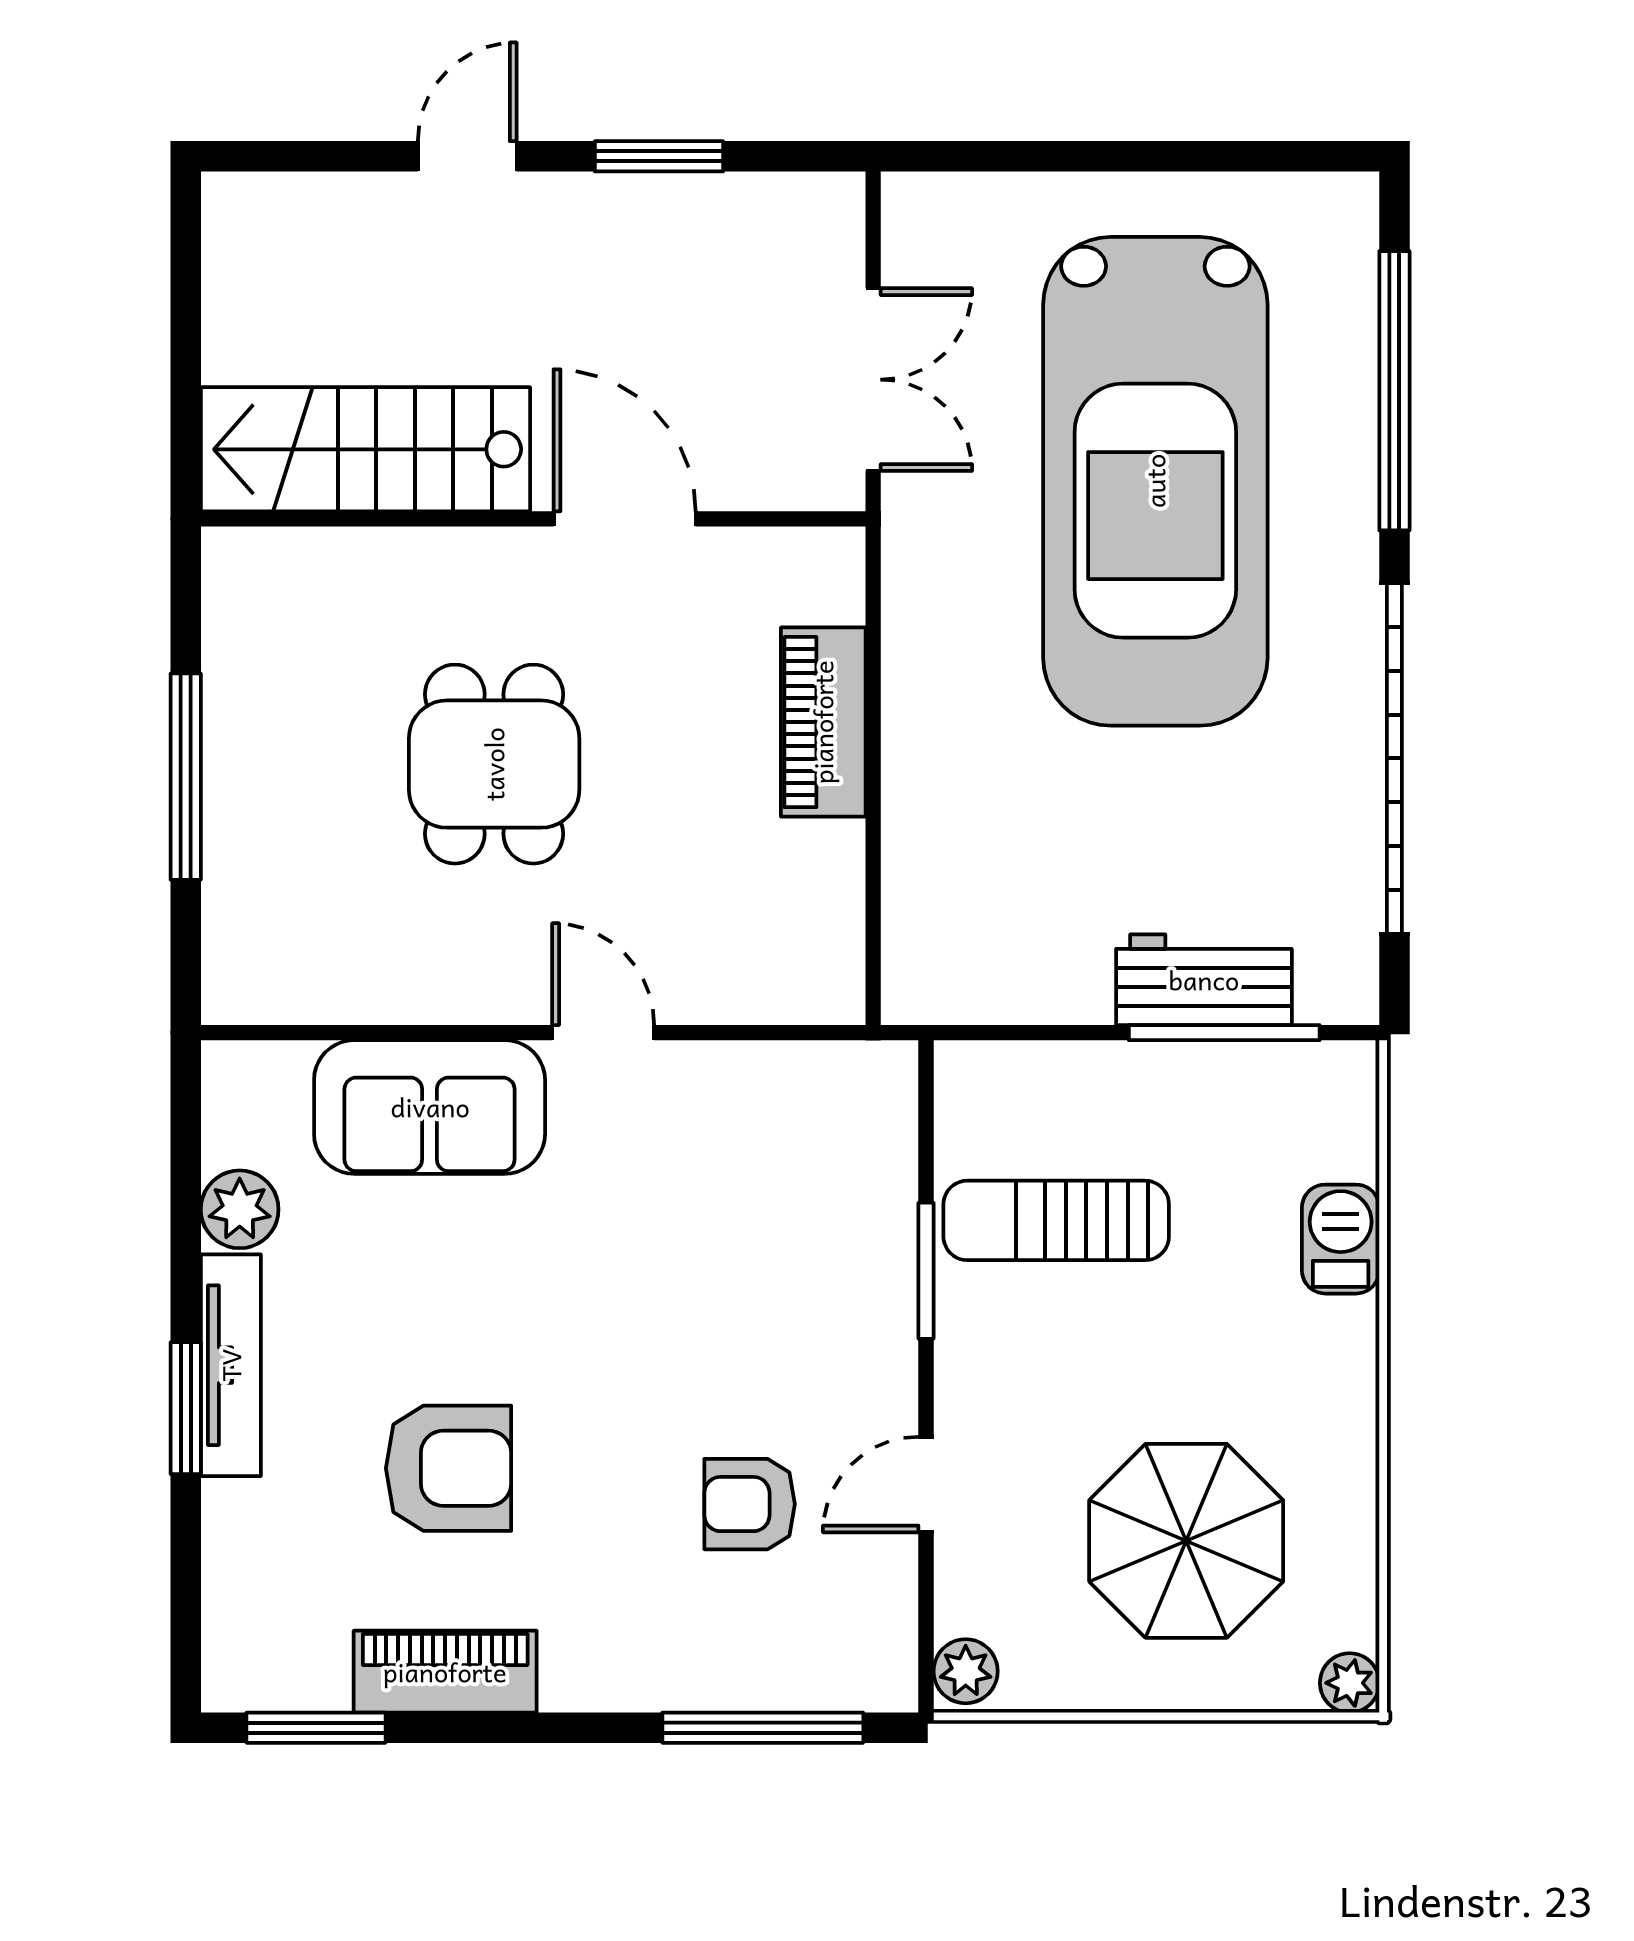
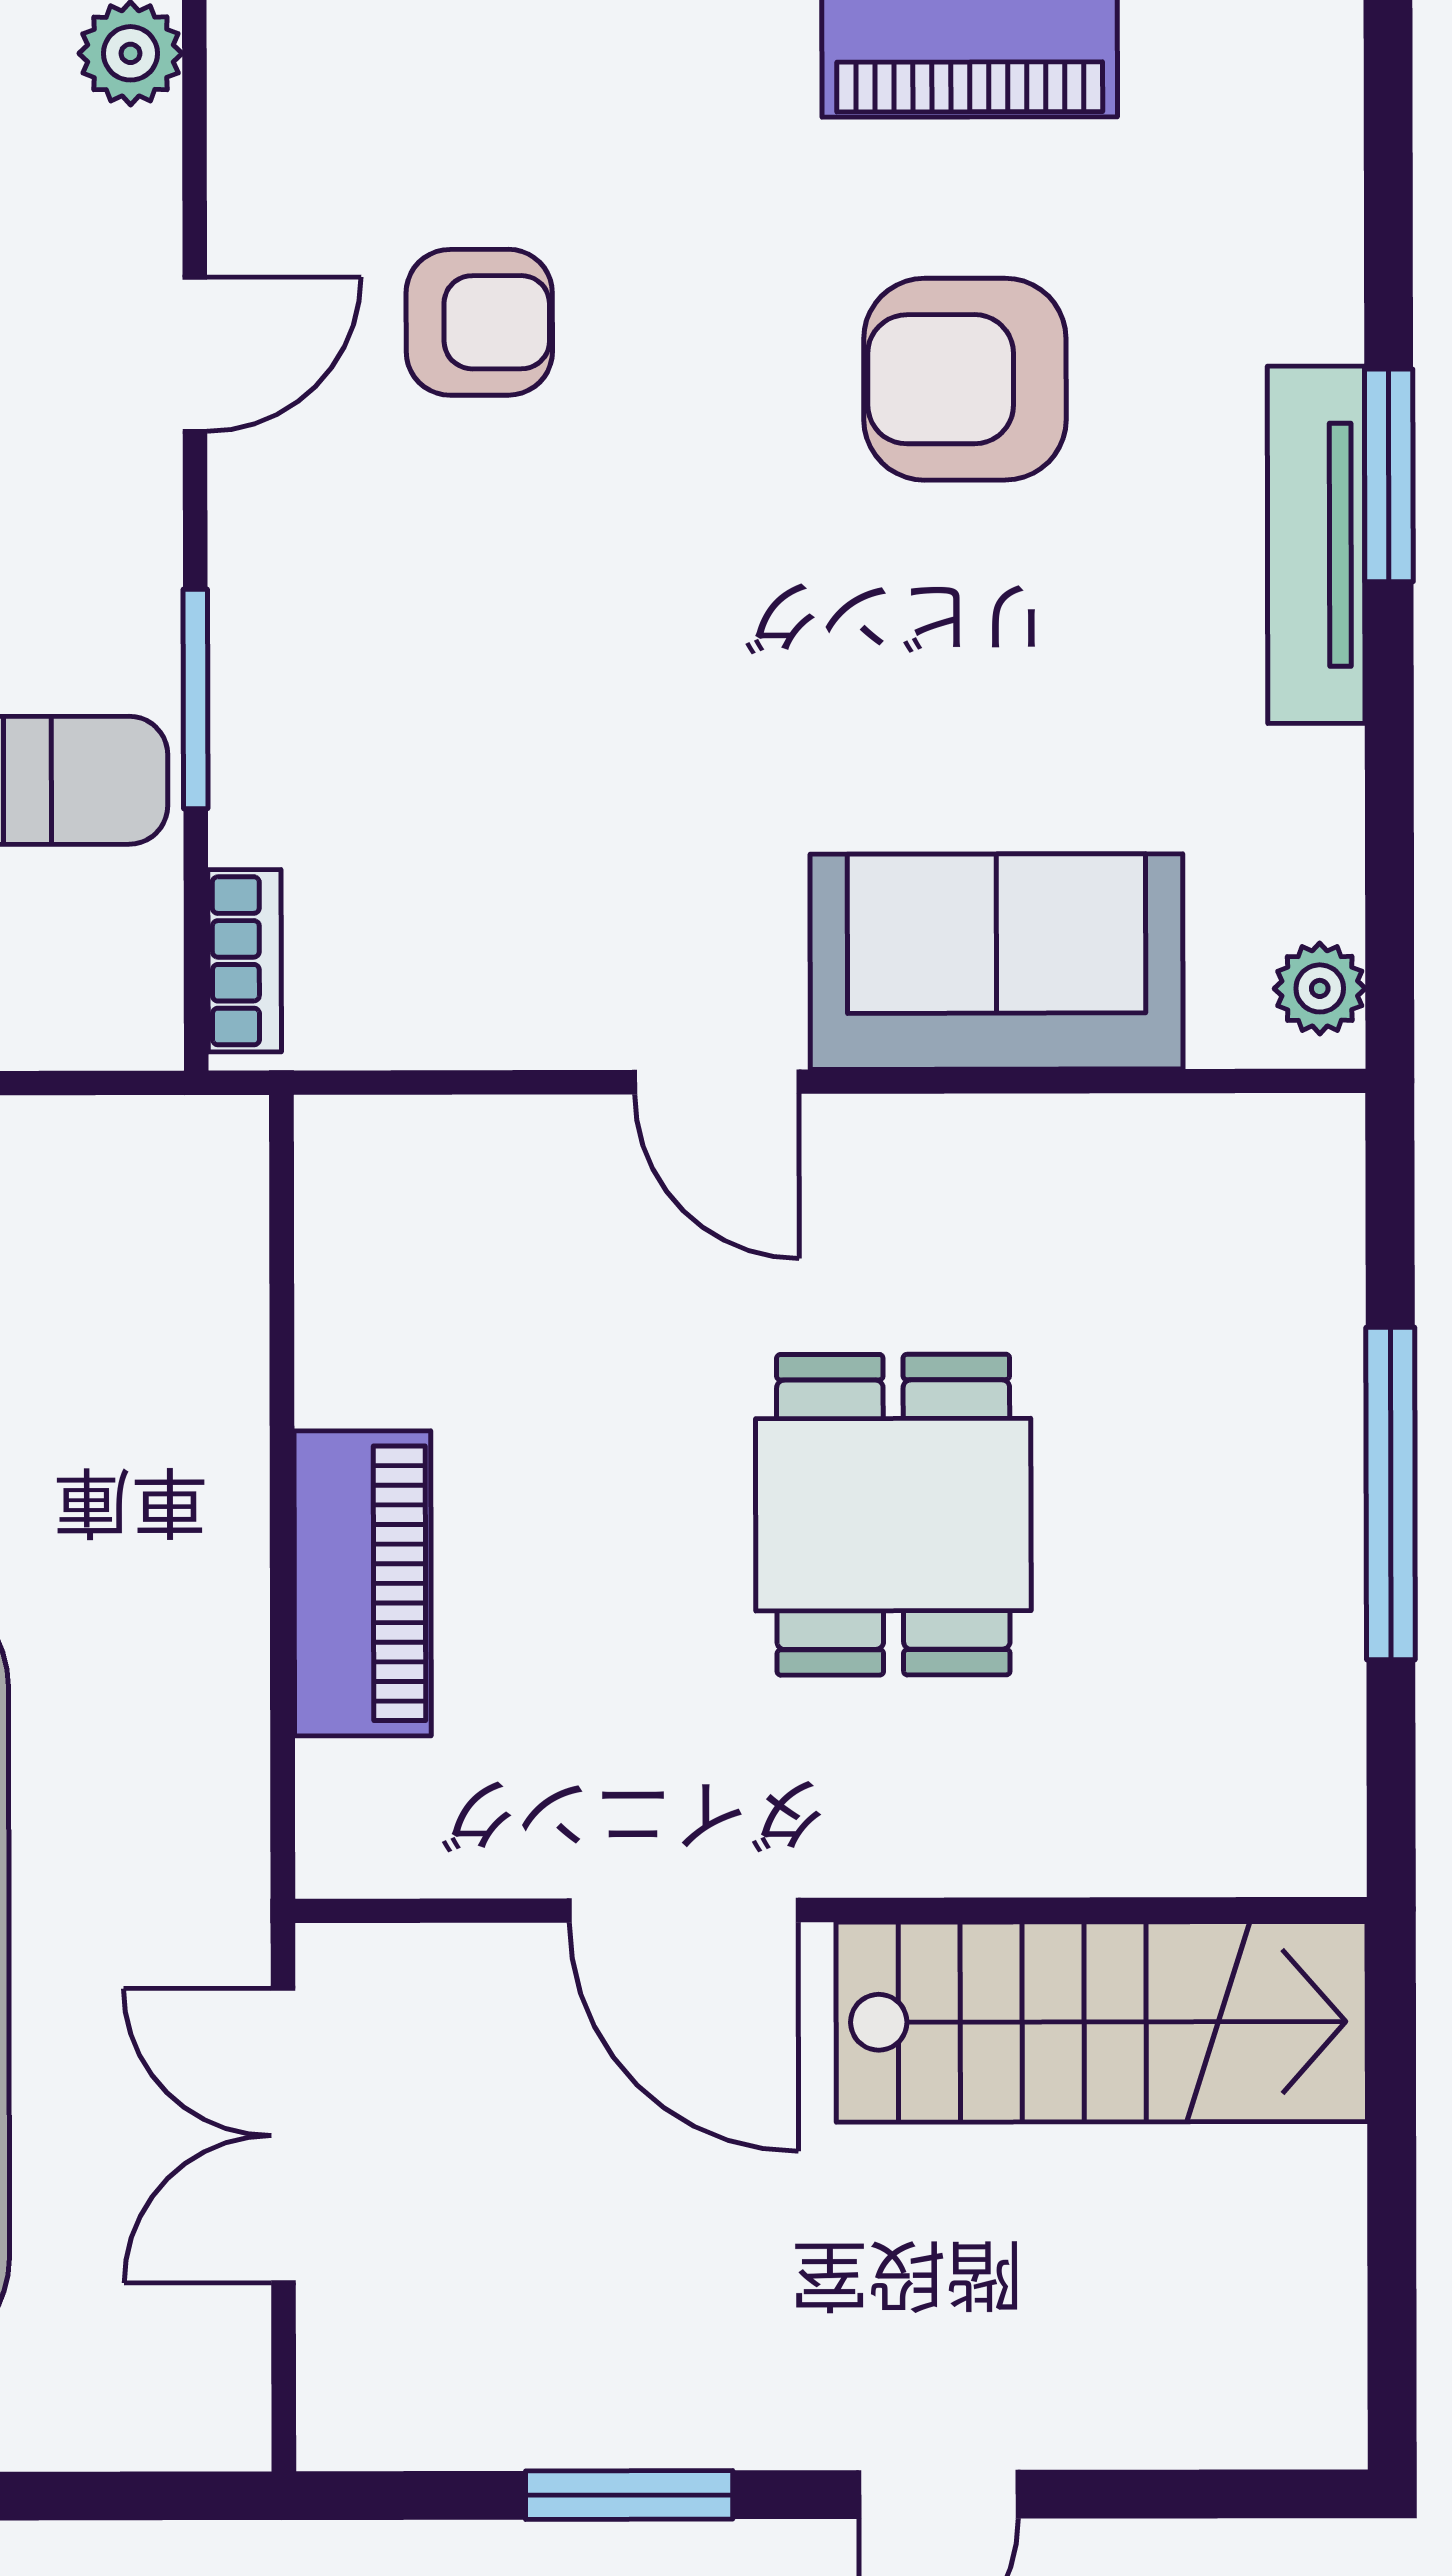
bookcase: (896, 1108) -> (245, 961), added
plant: (240, 1209) -> (1320, 988), moved, width x0.73, depth x0.73

